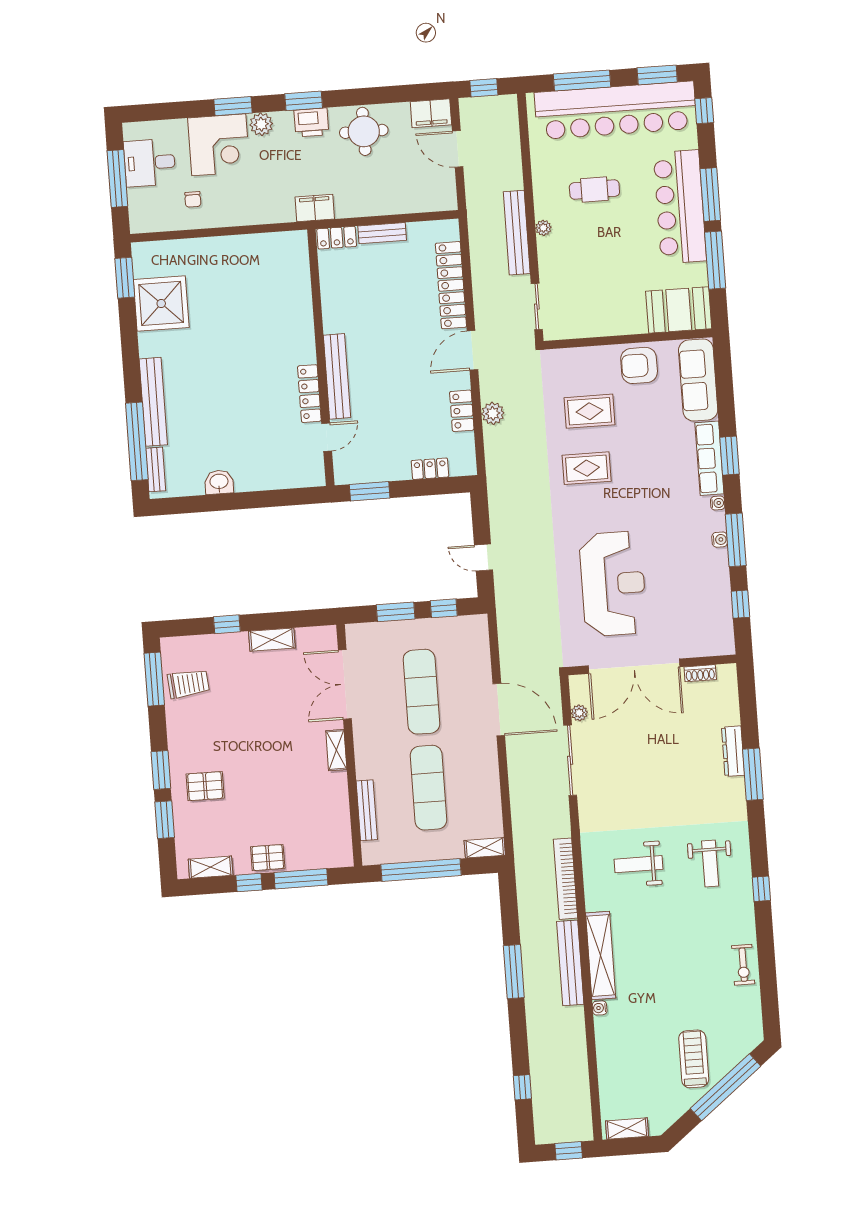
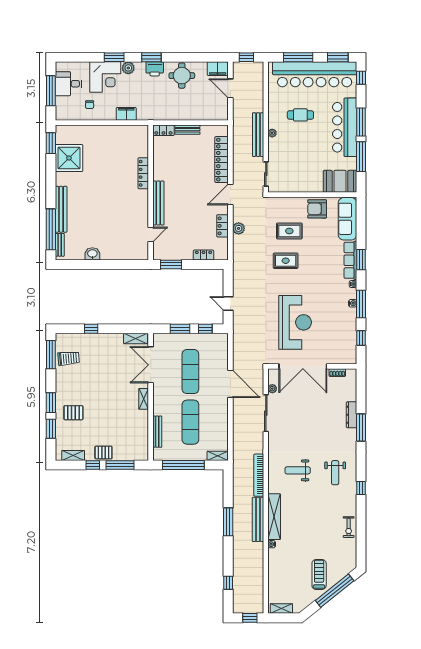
filing cabinet: (315, 208) -> (126, 114), moved
locker: (309, 394) -> (143, 173), moved
shelving: (272, 640) -> (136, 338), moved

